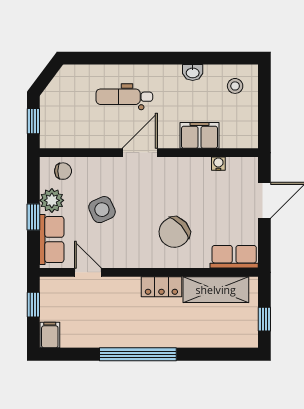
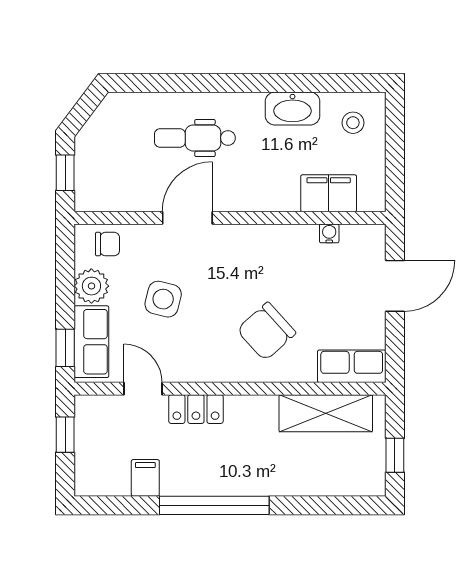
washbasin: (193, 72) -> (292, 109), width x1.91, depth x1.45
filing cabinet: (199, 135) -> (329, 193), moved
door: (140, 153) -> (187, 218), moved
side table: (102, 210) -> (163, 299), turned 38
window: (33, 217) -> (65, 348), moved
locker: (161, 287) -> (196, 409), moved
filing cabinet: (50, 335) -> (145, 478), moved

